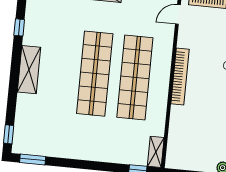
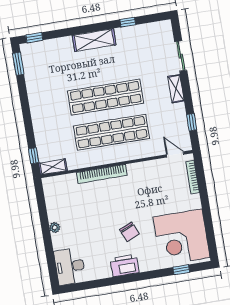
bookcase: (180, 76) -> (102, 174), moved

